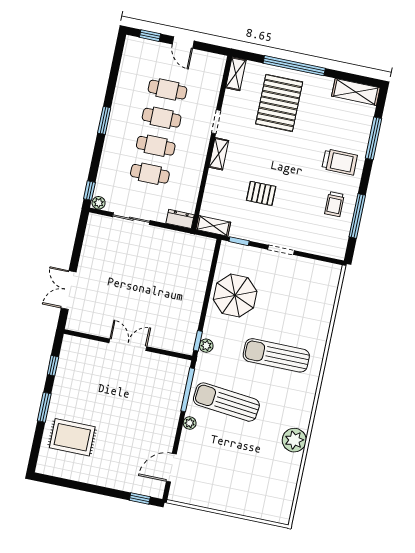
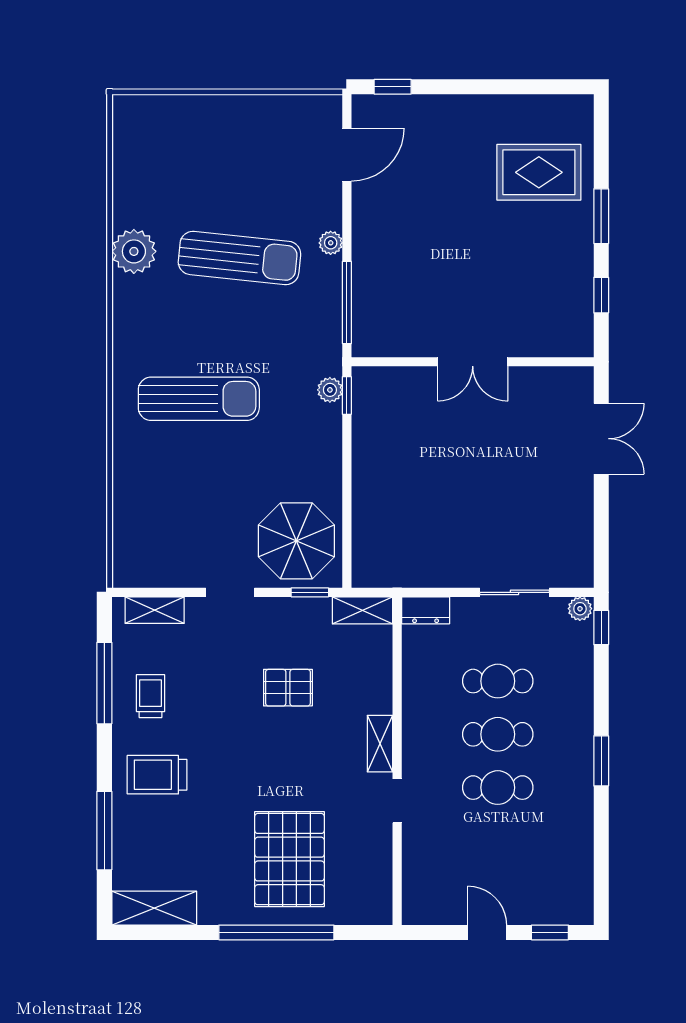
shelving: (236, 74) -> (155, 610), moved, turned 90
cafe table: (167, 90) -> (498, 841), removed
parasol: (235, 296) -> (296, 541), moved
sun lounger: (226, 402) -> (239, 258), moved

